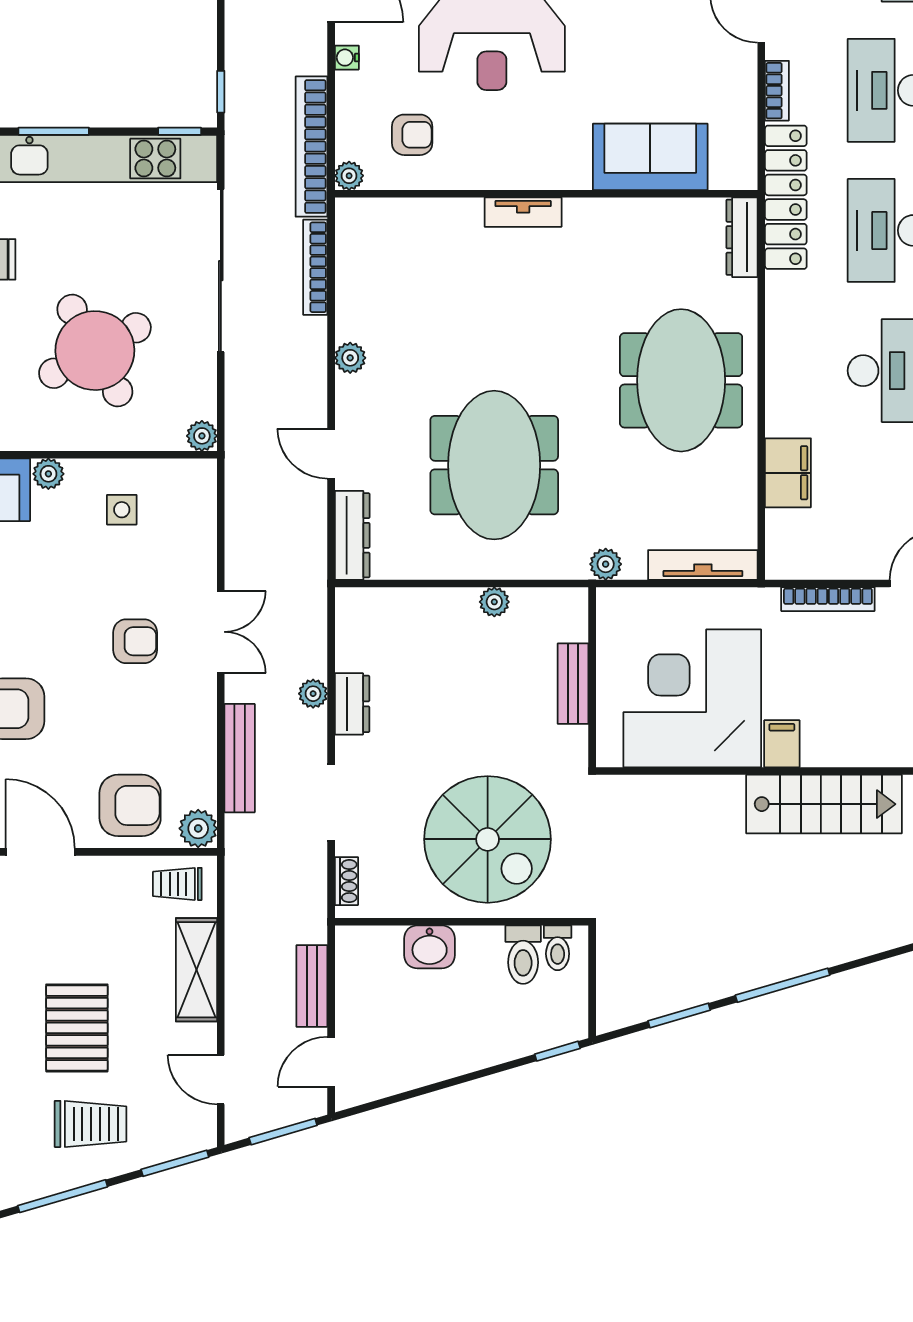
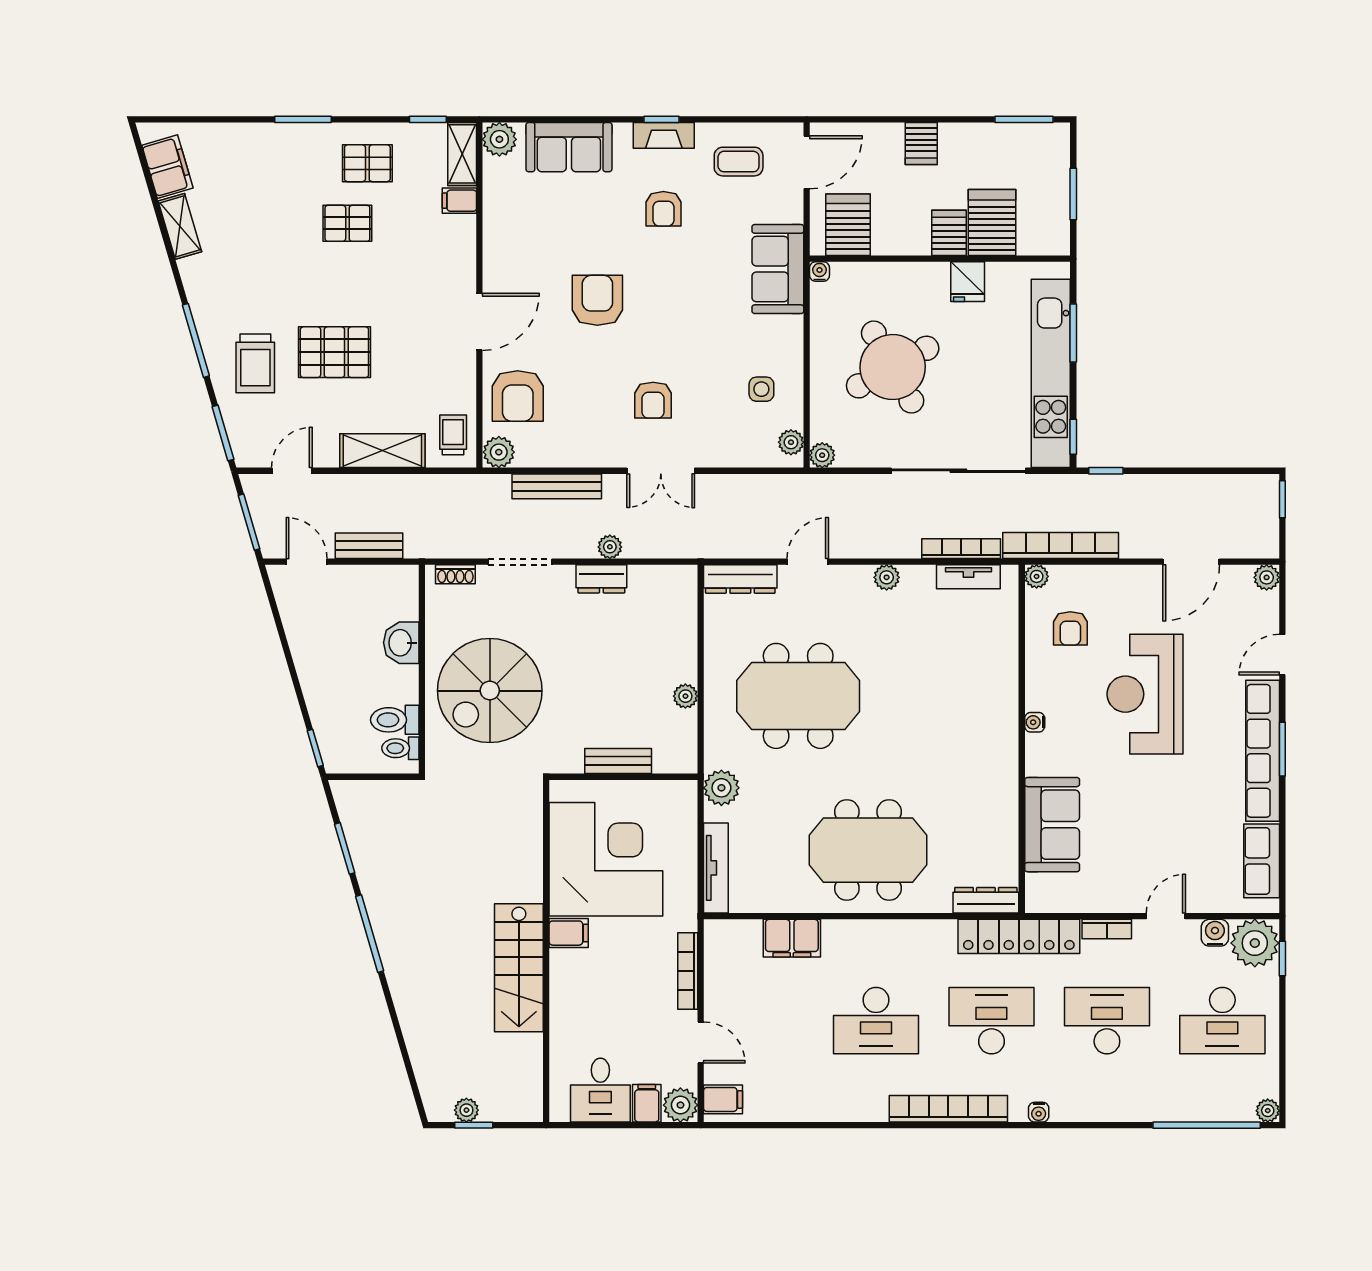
water cooler: (347, 58) -> (1035, 722), moved, turned -90
tv unit: (523, 212) -> (968, 577), moved, turned -90
plant: (48, 474) -> (791, 442), moved
plant: (606, 564) -> (721, 788), width x1.38, depth x1.38

